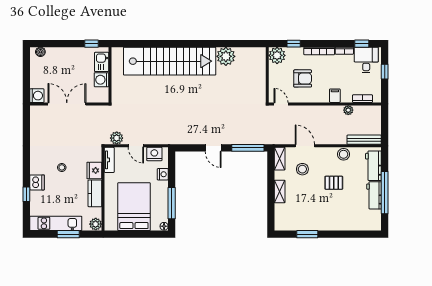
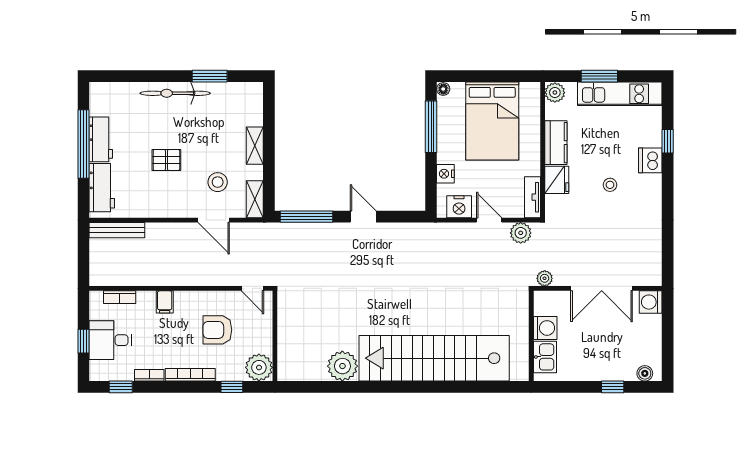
window: (91, 44) -> (613, 387), moved
desk: (366, 60) -> (110, 340), moved, turned 90
plant: (348, 110) -> (545, 278), moved
stool: (344, 154) -> (151, 206), removed
bicycle: (328, 224) -> (175, 93), added

